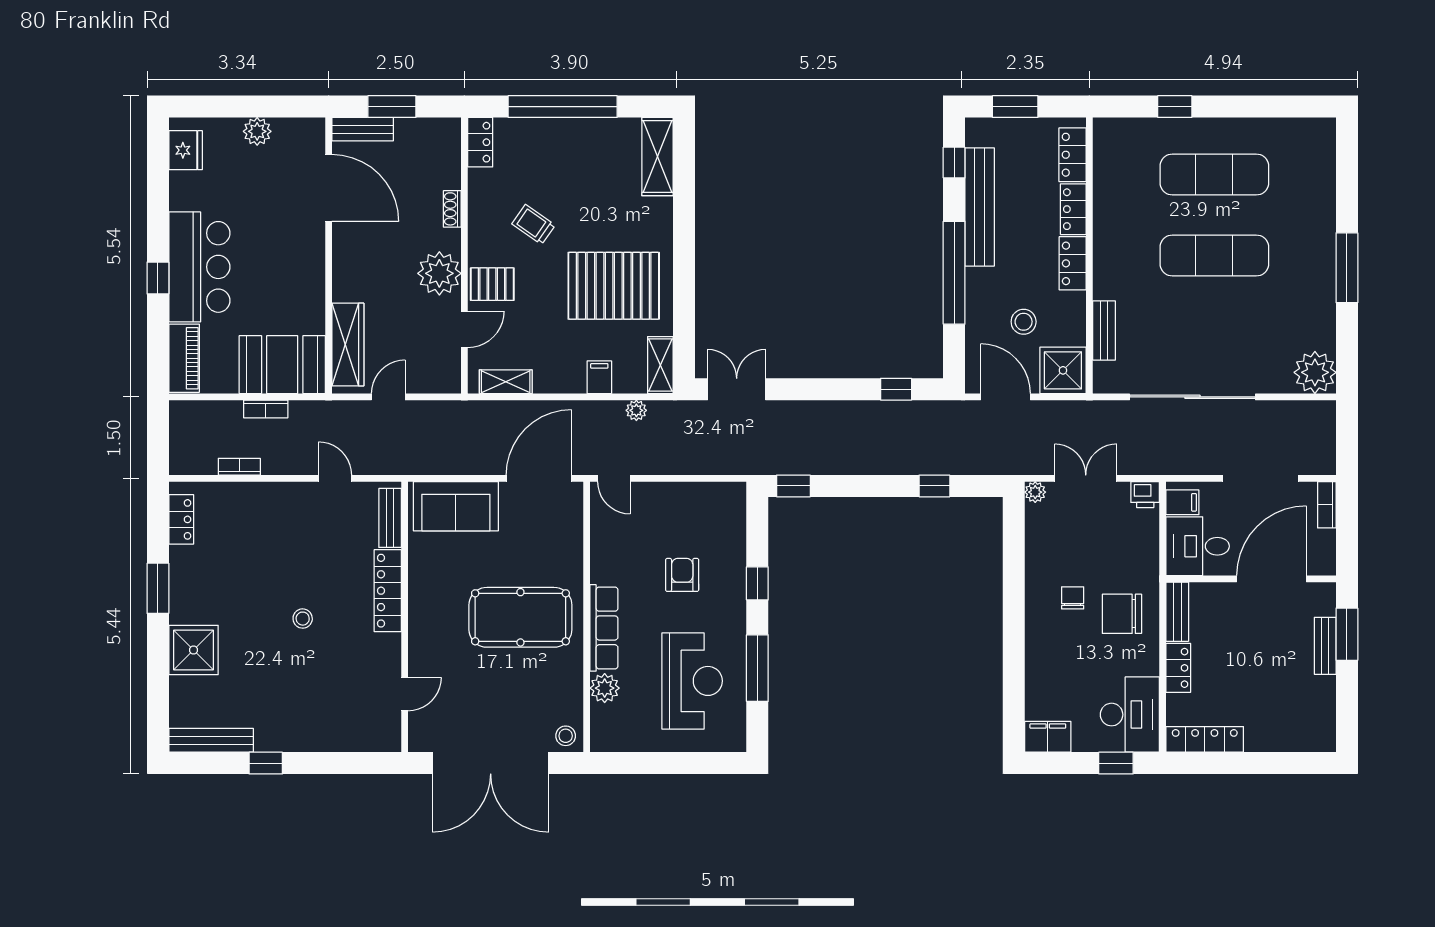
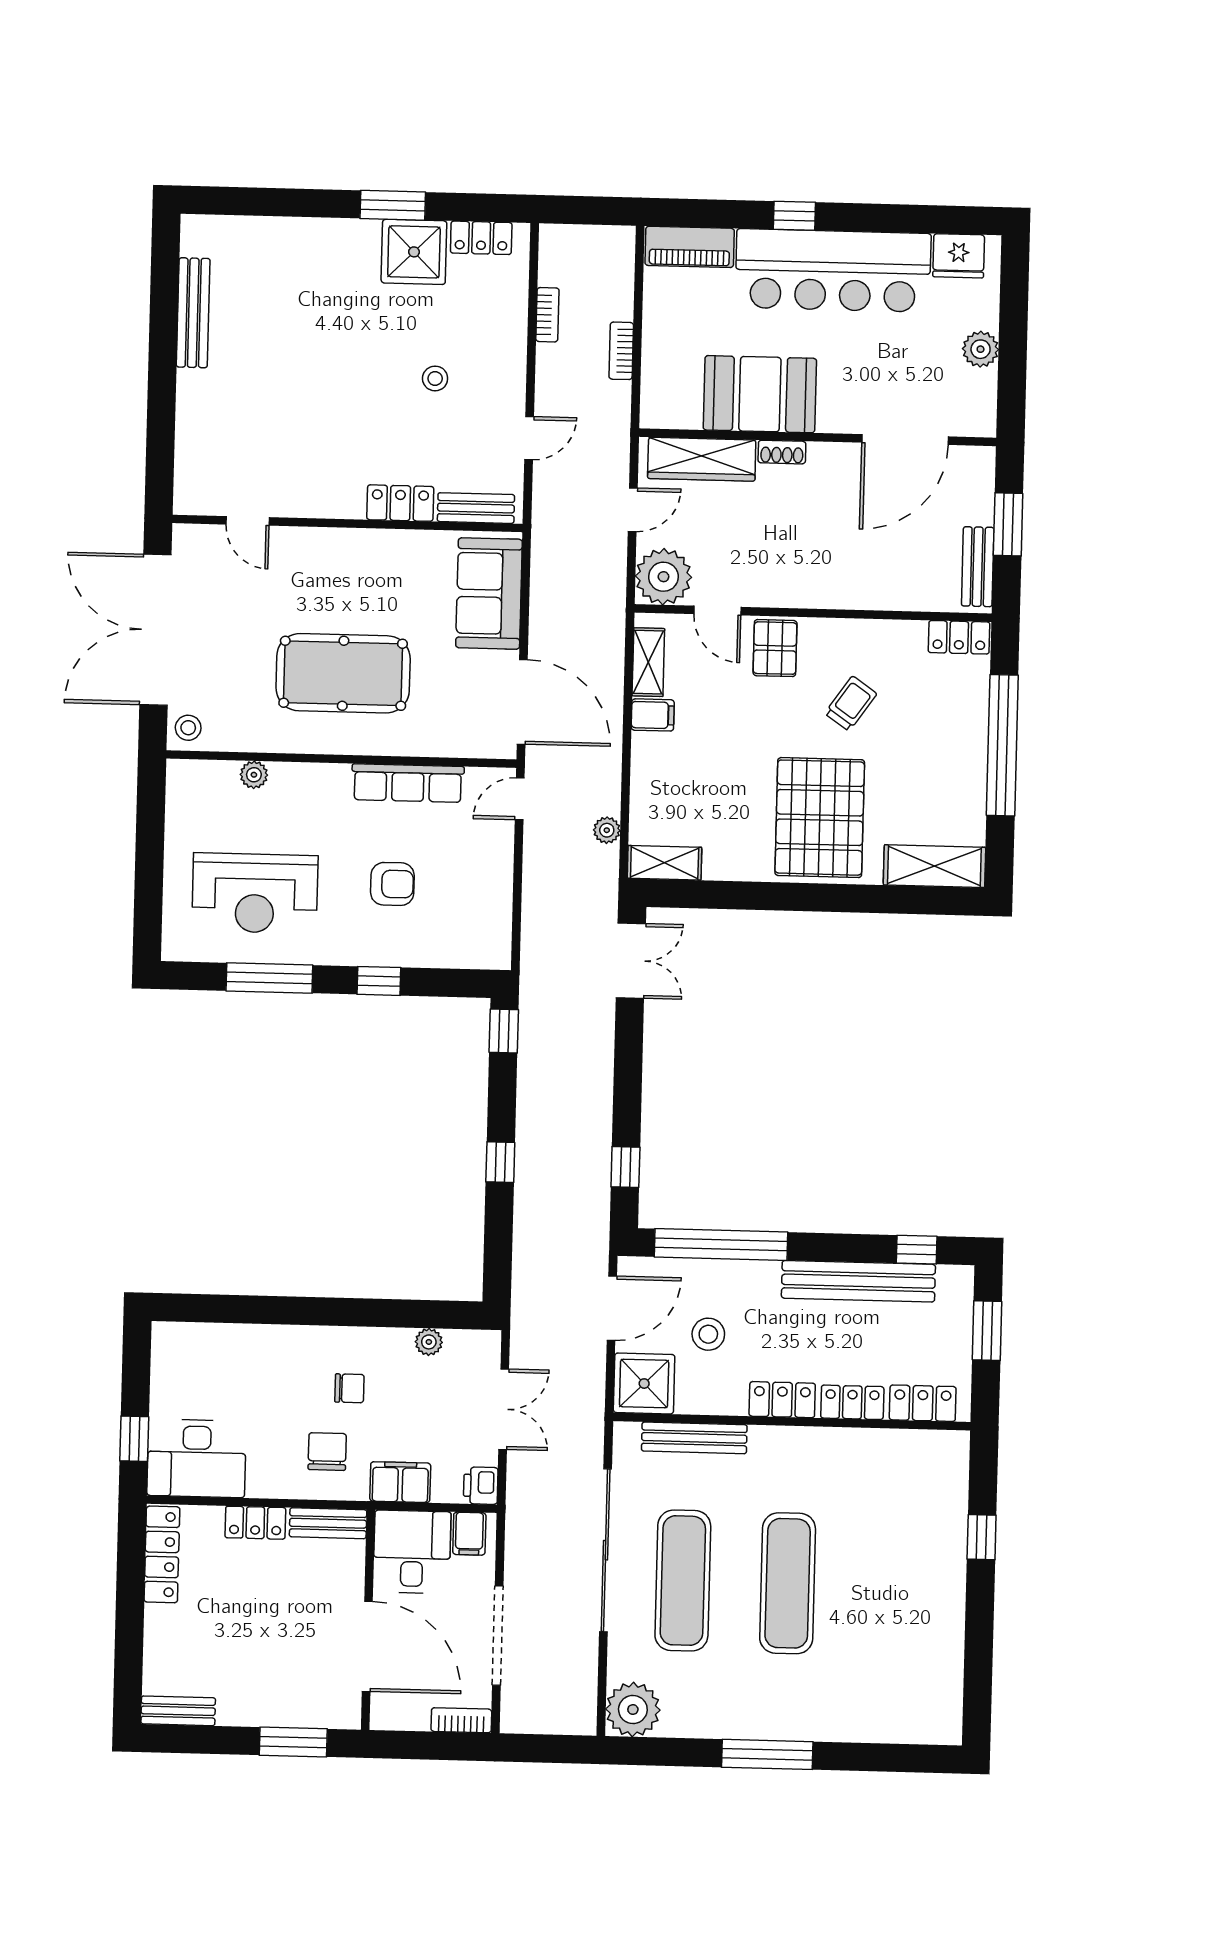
bench: (363, 129) -> (978, 567), moved
exercise mat: (1214, 175) -> (683, 1581), moved
shoe rack: (452, 209) -> (782, 452), moved, turned 180
bar counter: (199, 267) -> (833, 270), width x1.36
plant: (439, 273) -> (663, 577), moved
window: (954, 273) -> (721, 1245), moved
pallet: (614, 286) -> (820, 818), moved
bench: (1104, 331) -> (694, 1438), width x1.36
booth: (282, 365) -> (760, 394), moved, turned 90
filing cabinet: (599, 377) -> (653, 715), moved
door: (388, 397) -> (633, 510), hinge flipped
window: (934, 486) -> (500, 1162), moved
plant: (1035, 492) -> (429, 1342), moved
locker: (388, 591) -> (400, 503), width x0.66
chair: (1122, 614) -> (327, 1452), width x0.73, depth x0.73
pool table: (520, 617) -> (343, 673), turned 90
stool: (303, 619) -> (435, 378), moved
row of seats: (604, 628) -> (408, 783), moved
bench: (1325, 646) -> (178, 1711), moved
shower: (194, 650) -> (414, 252), moved
plant: (605, 688) -> (254, 775), width x0.73, depth x0.73
filing cabinet: (1048, 737) -> (400, 1482), moved, turned -90
bench: (211, 740) -> (193, 313), moved
window: (266, 763) -> (163, 339), removed

